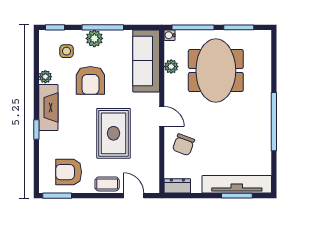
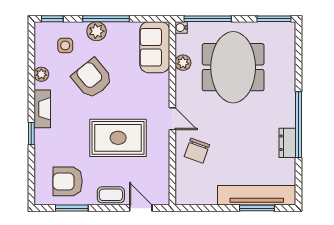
window: (239, 27) -> (274, 19), moved
sofa: (146, 61) -> (155, 47), width x0.73
armchair: (90, 80) -> (92, 78), turned 141
fireplace: (48, 108) -> (42, 109), width x0.73, depth x0.76
rug: (113, 133) -> (118, 138), turned 90
dresser: (177, 186) -> (287, 143), moved, turned -90
window: (57, 196) -> (72, 208), moved

